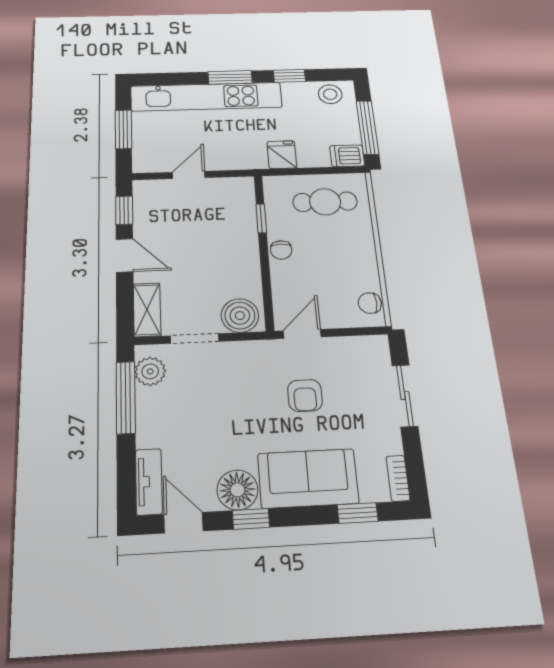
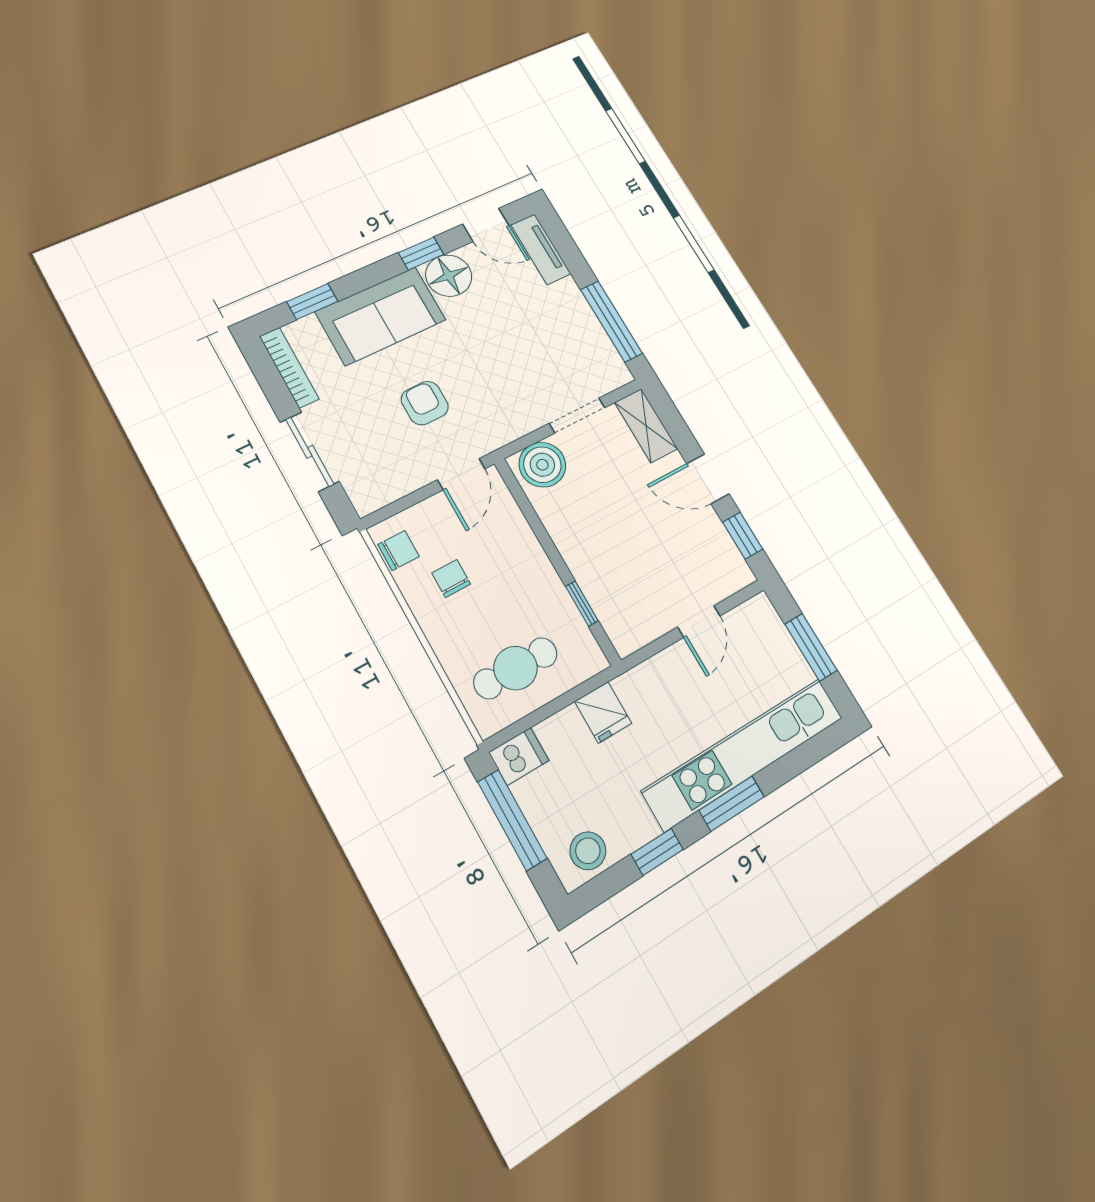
chair: (281, 250) -> (451, 579), moved
plant: (150, 371) -> (603, 359), removed
bookcase: (398, 478) -> (289, 368), width x1.56

